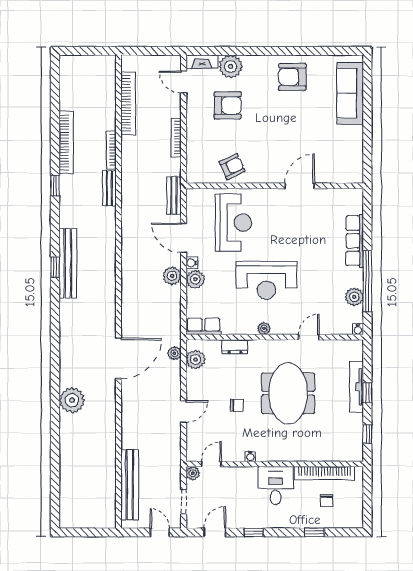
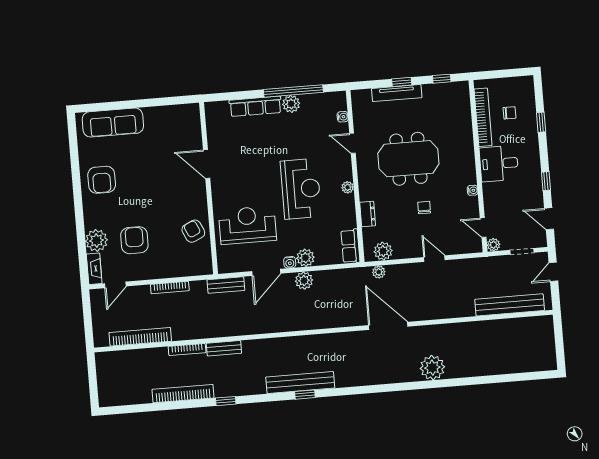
plant: (354, 297) -> (291, 104), moved
water cooler: (358, 329) -> (343, 117), moved

